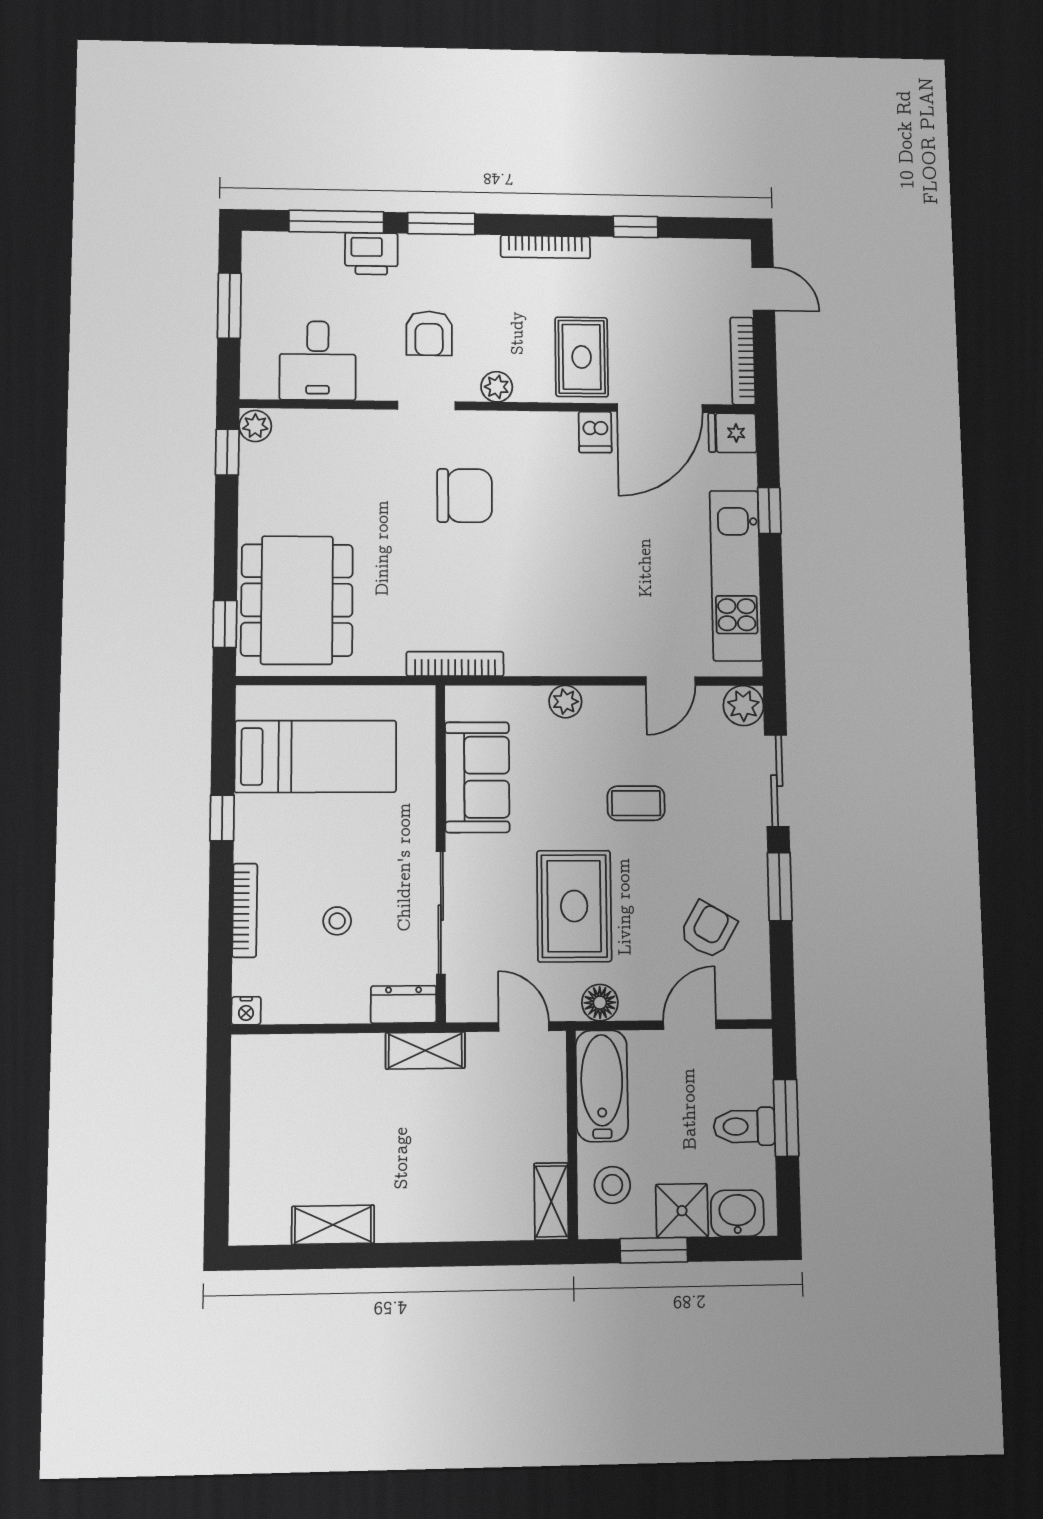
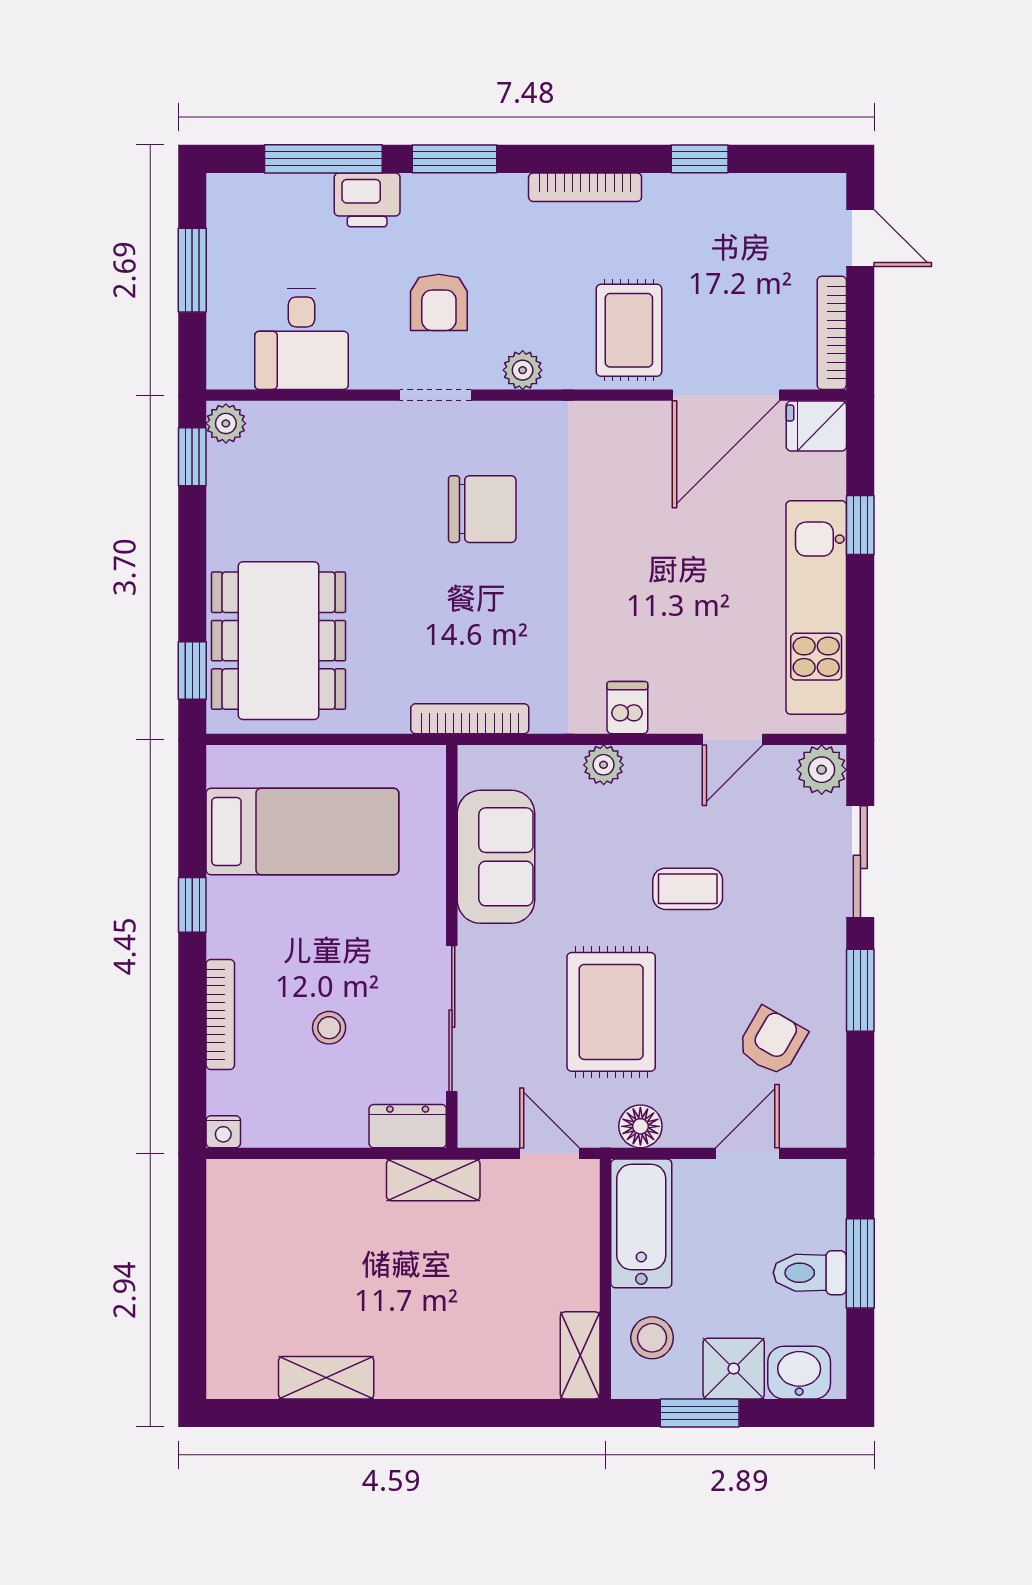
dishwasher: (595, 432) -> (627, 708), moved, turned 180

